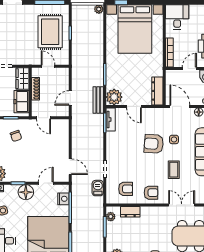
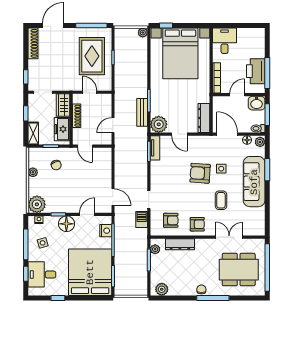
bench: (98, 100) -> (142, 112), moved
dresser: (130, 212) -> (180, 244), width x1.44

